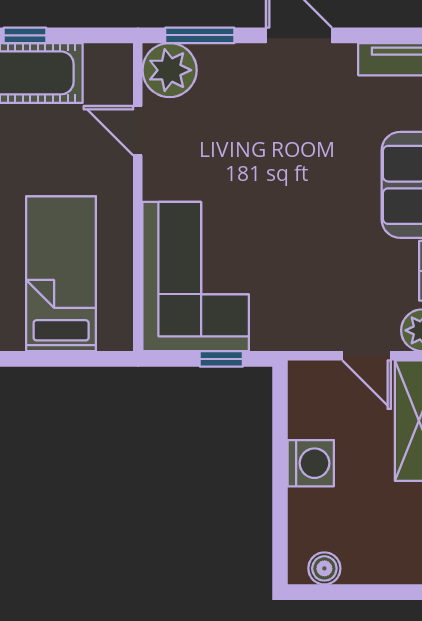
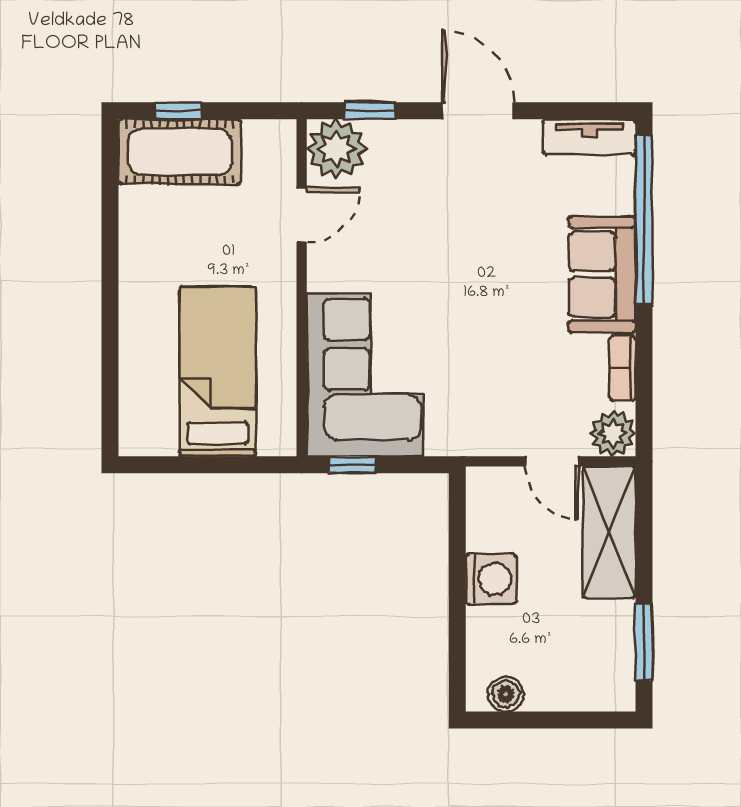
window: (200, 35) -> (370, 111), width x0.67
door: (138, 131) -> (302, 215), swing flipped
window: (221, 359) -> (353, 465), moved

